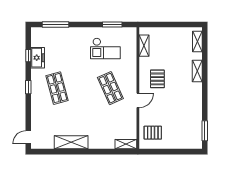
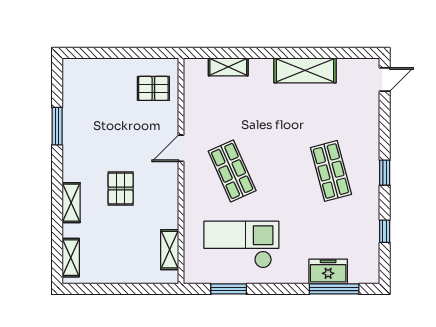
checkout: (105, 48) -> (241, 245), width x1.36, depth x1.21
freezer: (38, 58) -> (328, 272), moved, turned 90
pallet: (157, 79) -> (121, 189), moved
window: (205, 131) -> (57, 126), moved
shelving: (126, 144) -> (228, 67), moved

